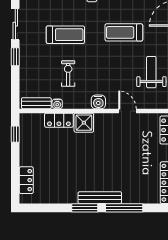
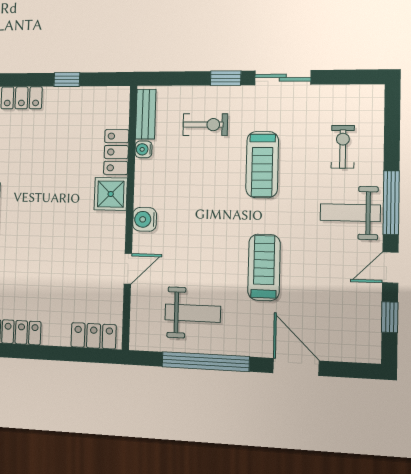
exercise bike: (68, 74) -> (205, 125), moved
window: (15, 134) -> (67, 80), moved

